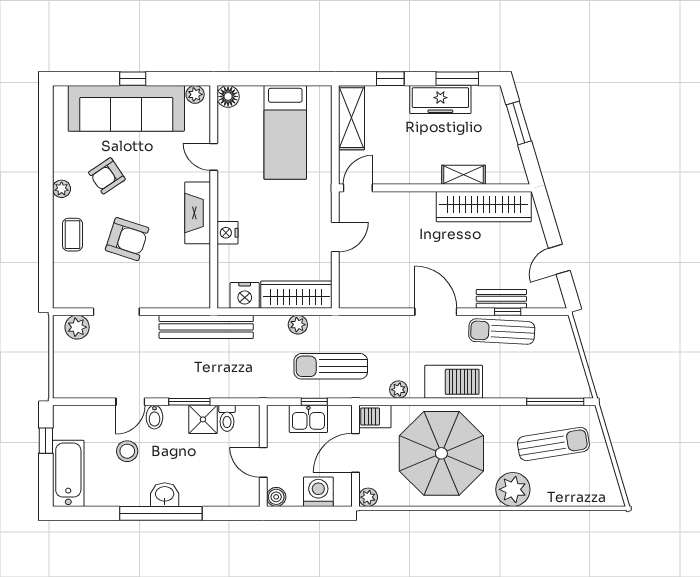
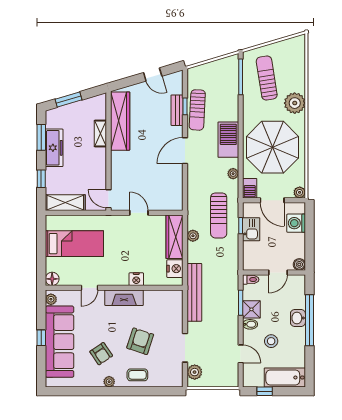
door: (130, 402) -> (241, 354), moved
shower: (203, 419) -> (251, 309), moved
wall: (263, 456) -> (274, 272), moved
door: (263, 462) -> (278, 272), moved
boiler: (276, 497) -> (299, 264), moved

